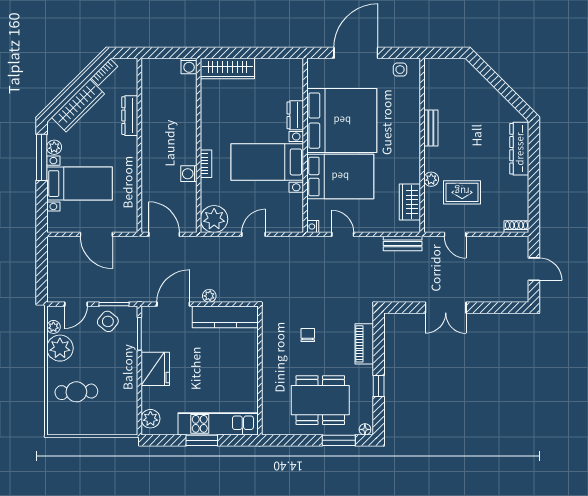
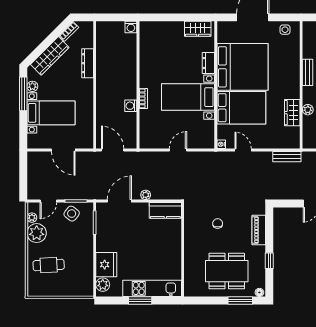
wardrobe: (227, 68) -> (198, 29), moved, width x0.67
wardrobe: (410, 202) -> (292, 113), moved
plant: (214, 219) -> (149, 139), removed
kitchen counter: (225, 317) -> (165, 210), width x0.67
fridge: (155, 369) -> (106, 265), moved

